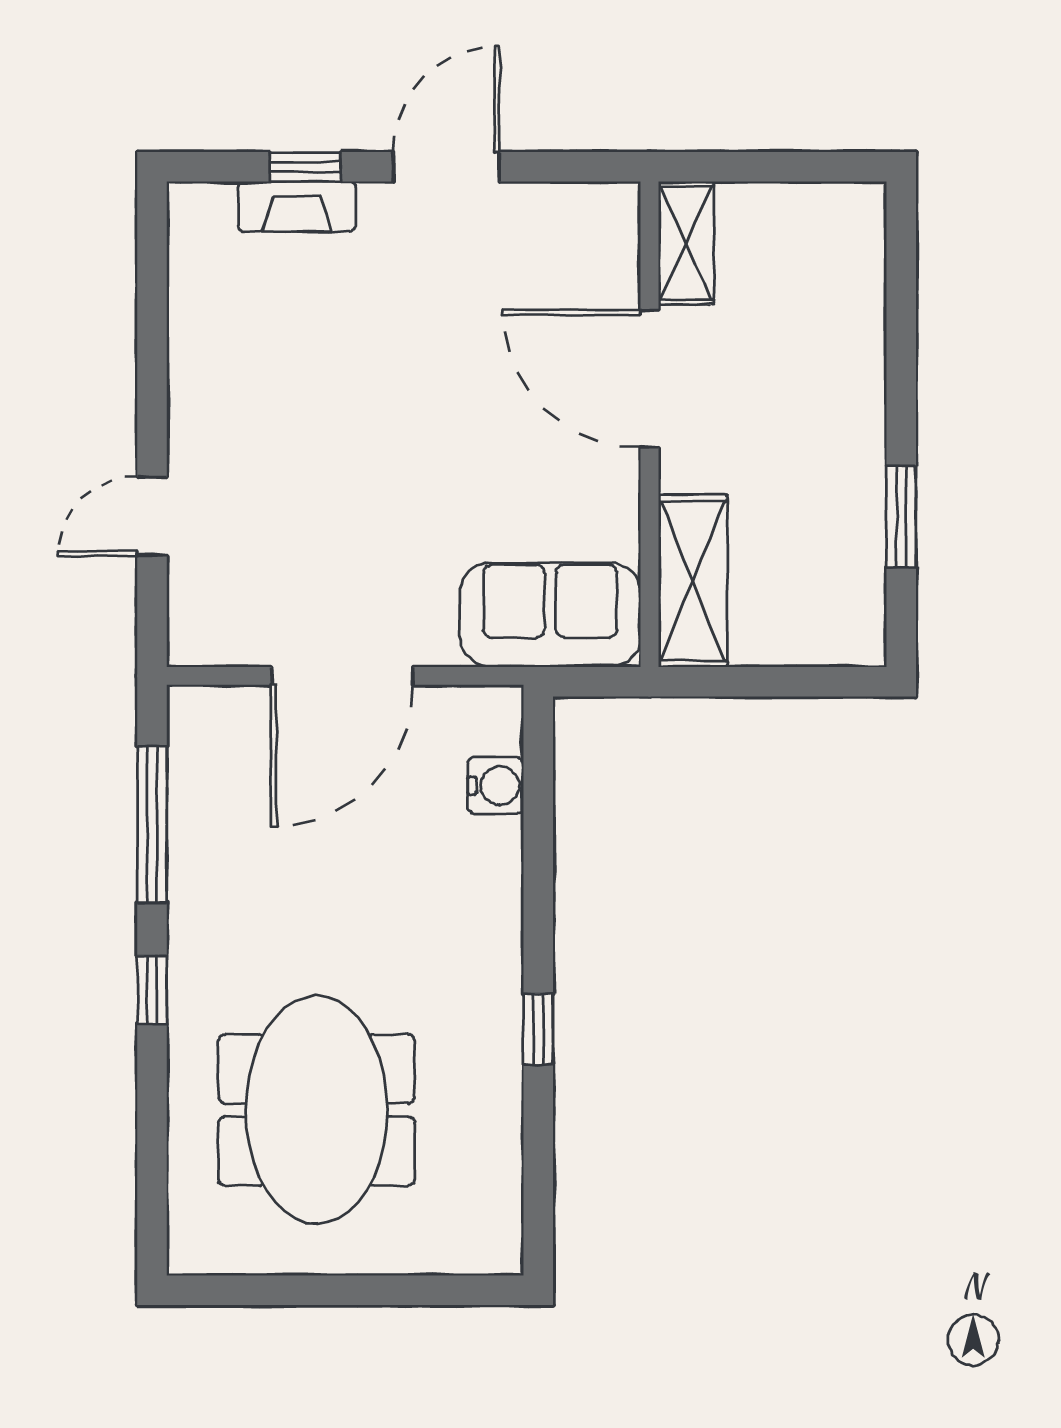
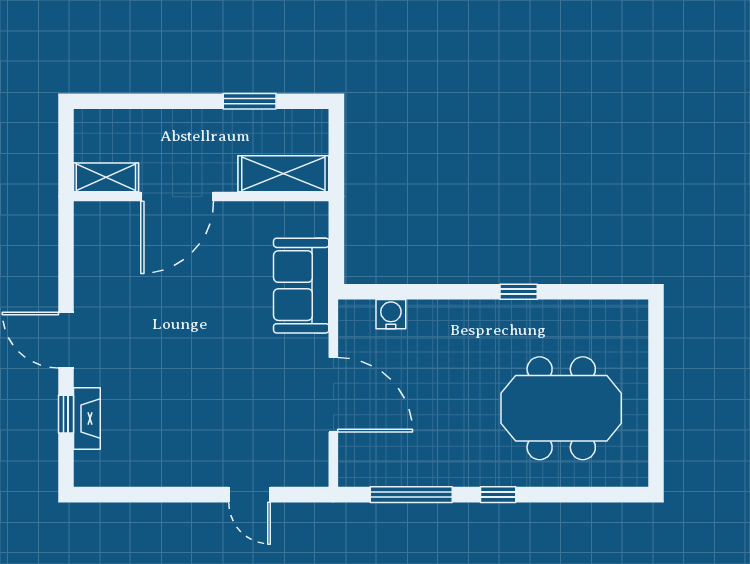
shelving: (686, 243) -> (106, 177), moved
door: (650, 379) -> (177, 197), moved
wall: (650, 424) -> (201, 197), moved
shelving: (693, 581) -> (283, 174), moved

